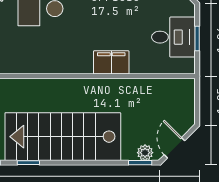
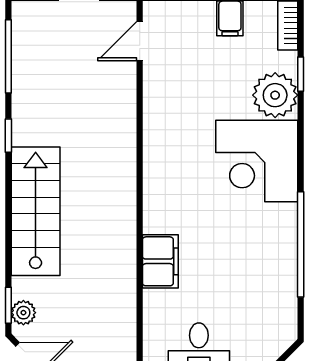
stairs: (63, 137) -> (36, 211), width x0.73, depth x0.66

